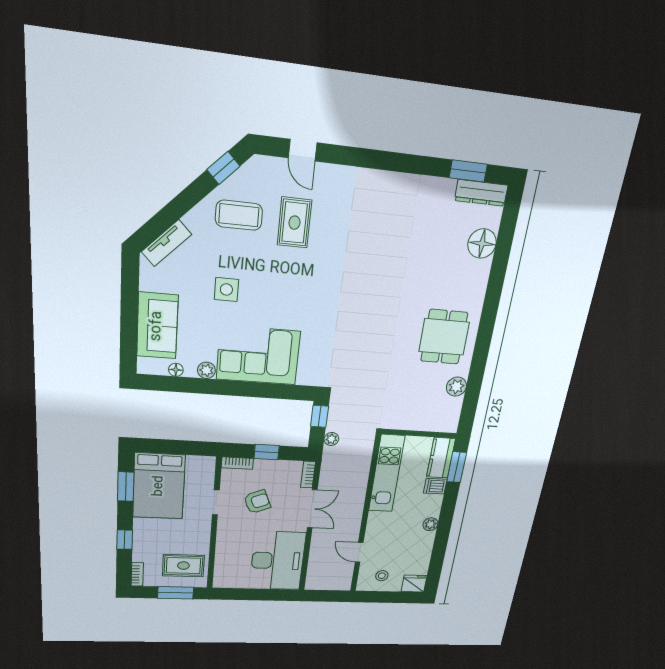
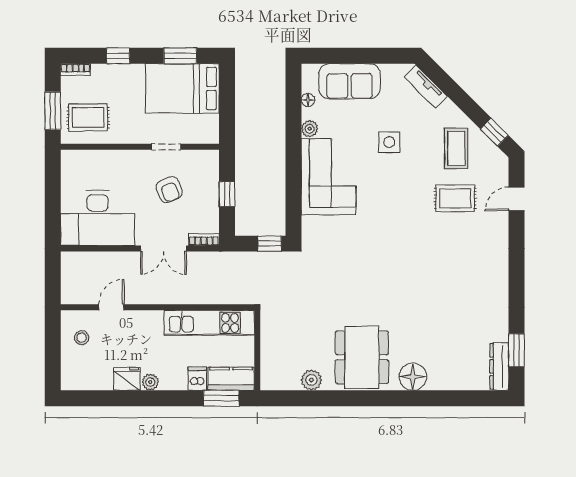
floor lamp: (482, 243) -> (413, 377), moved
dining table: (444, 337) -> (362, 357), width x1.38
plant: (331, 439) -> (245, 259), removed
bookcase: (237, 463) -> (213, 166), removed
rug: (183, 566) -> (88, 118), turned 90
fridge: (414, 584) -> (127, 379), moved, turned -90

